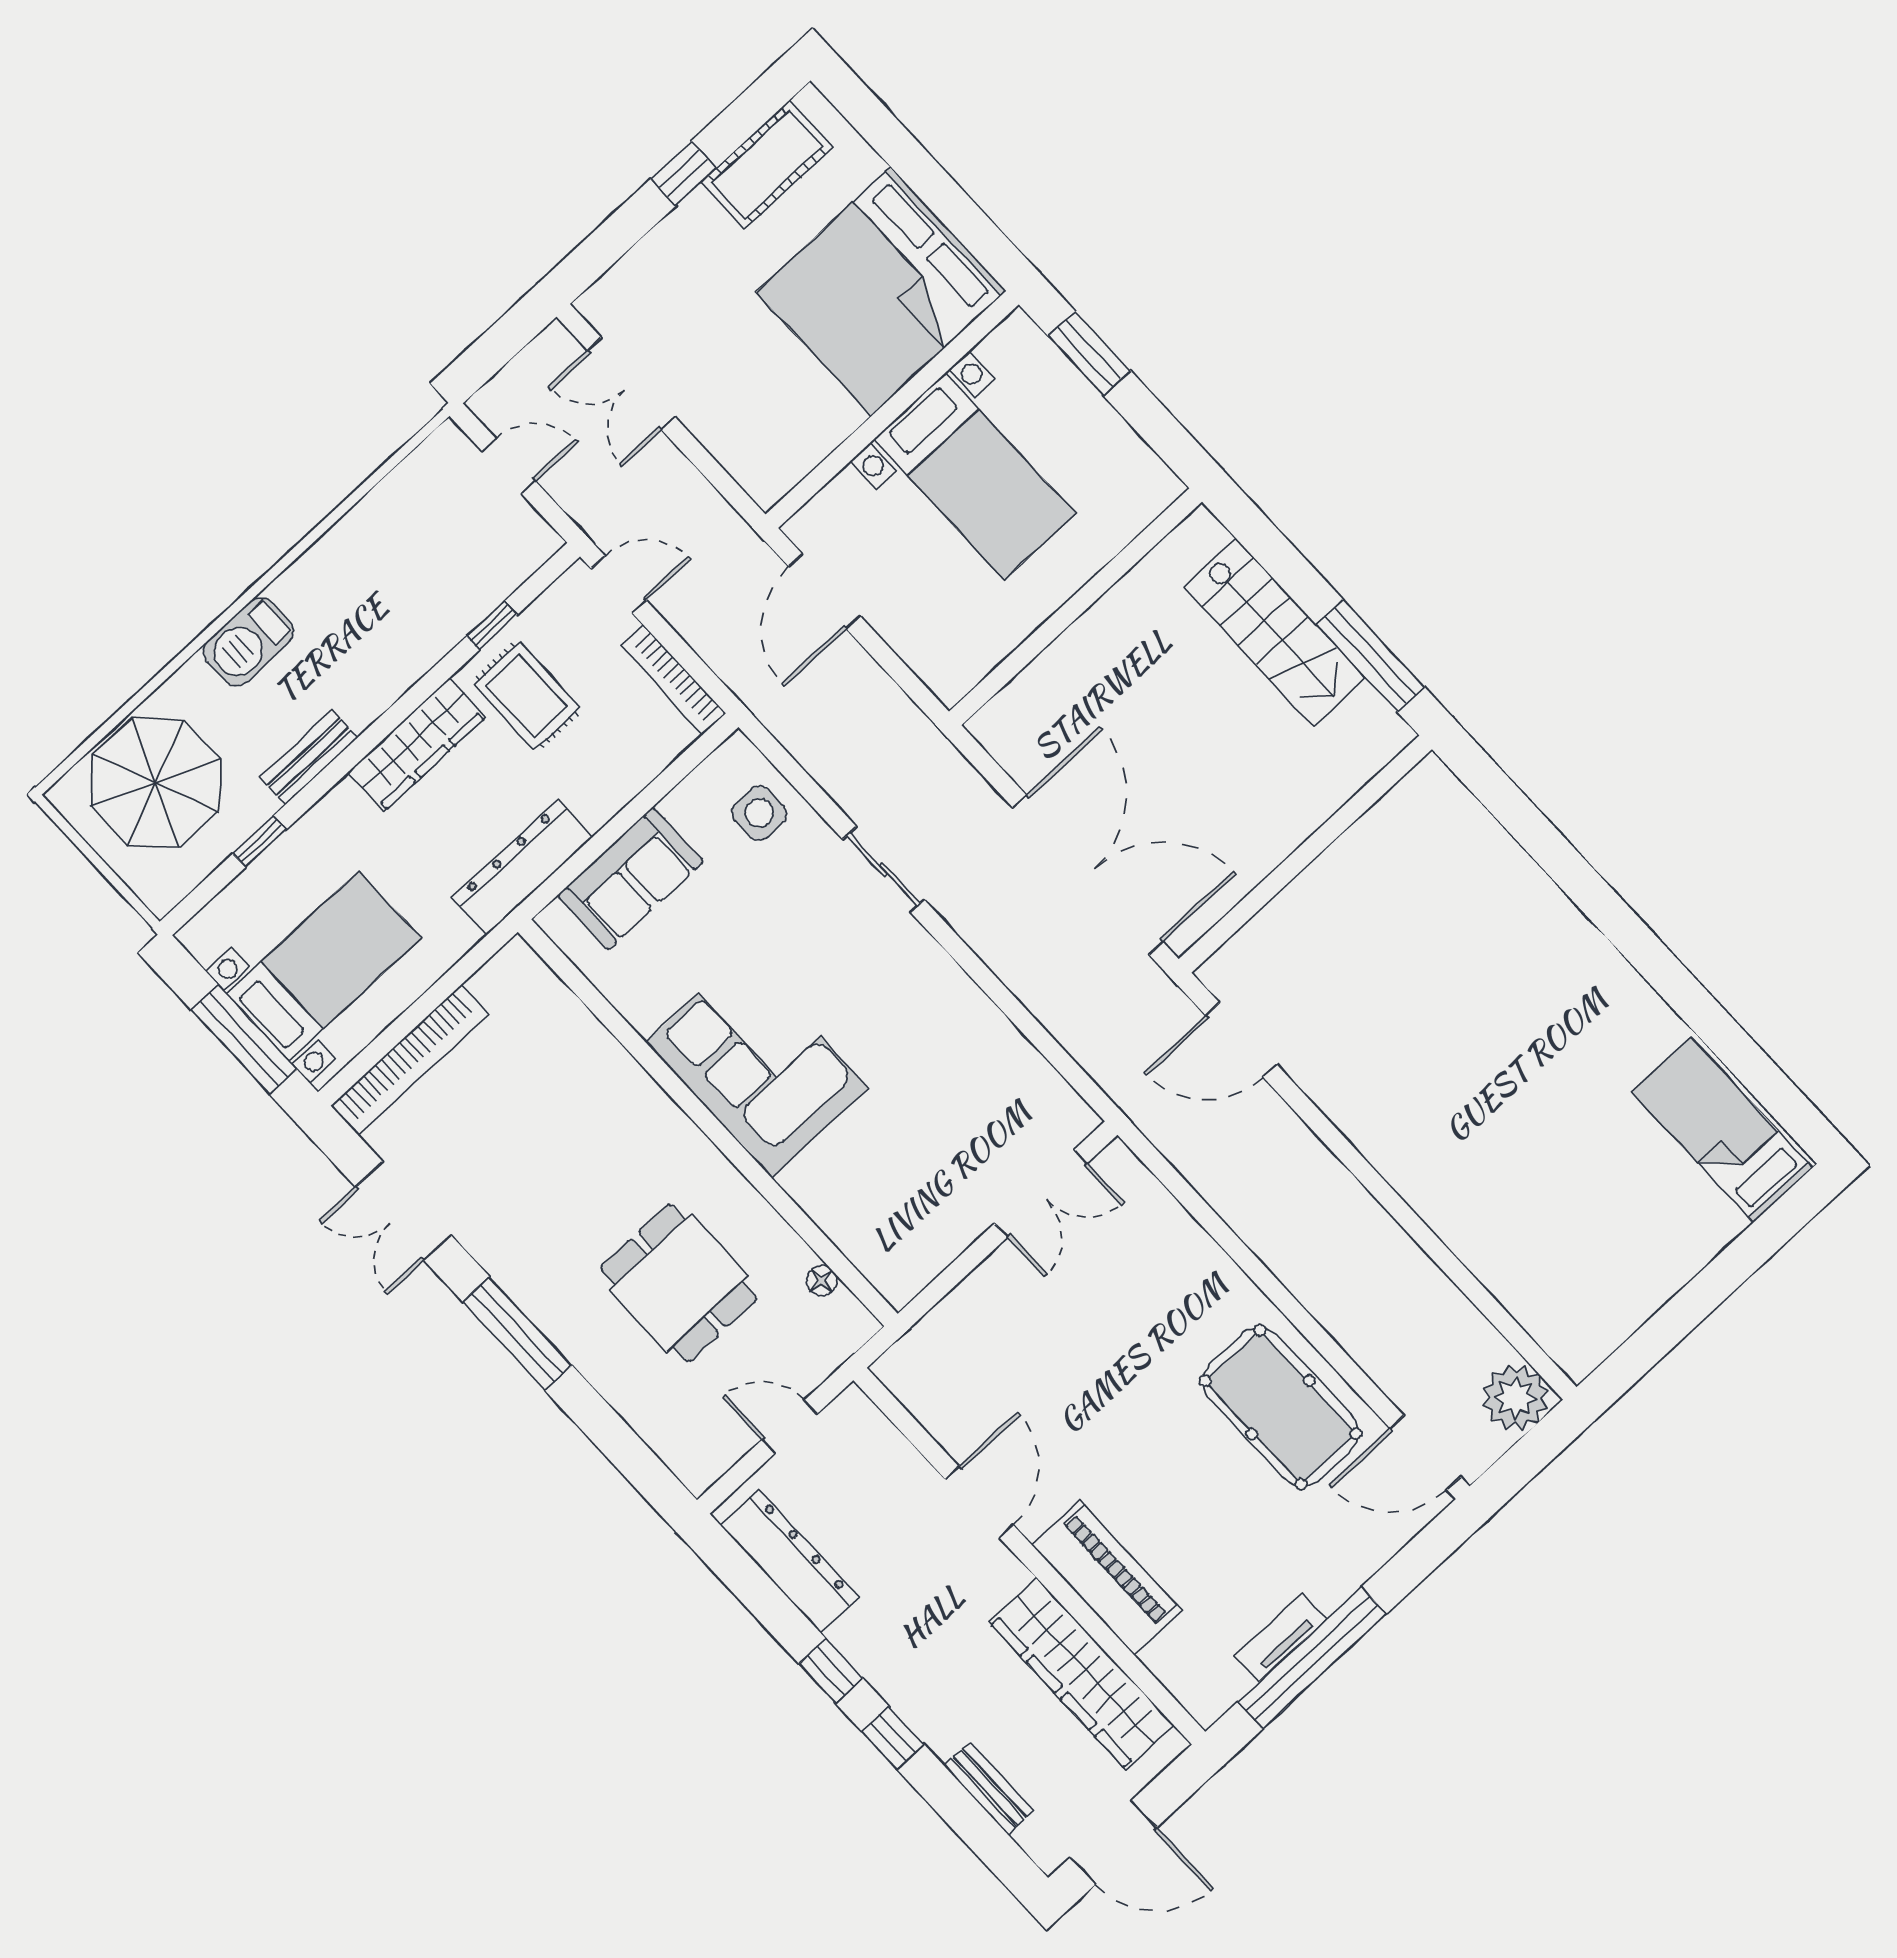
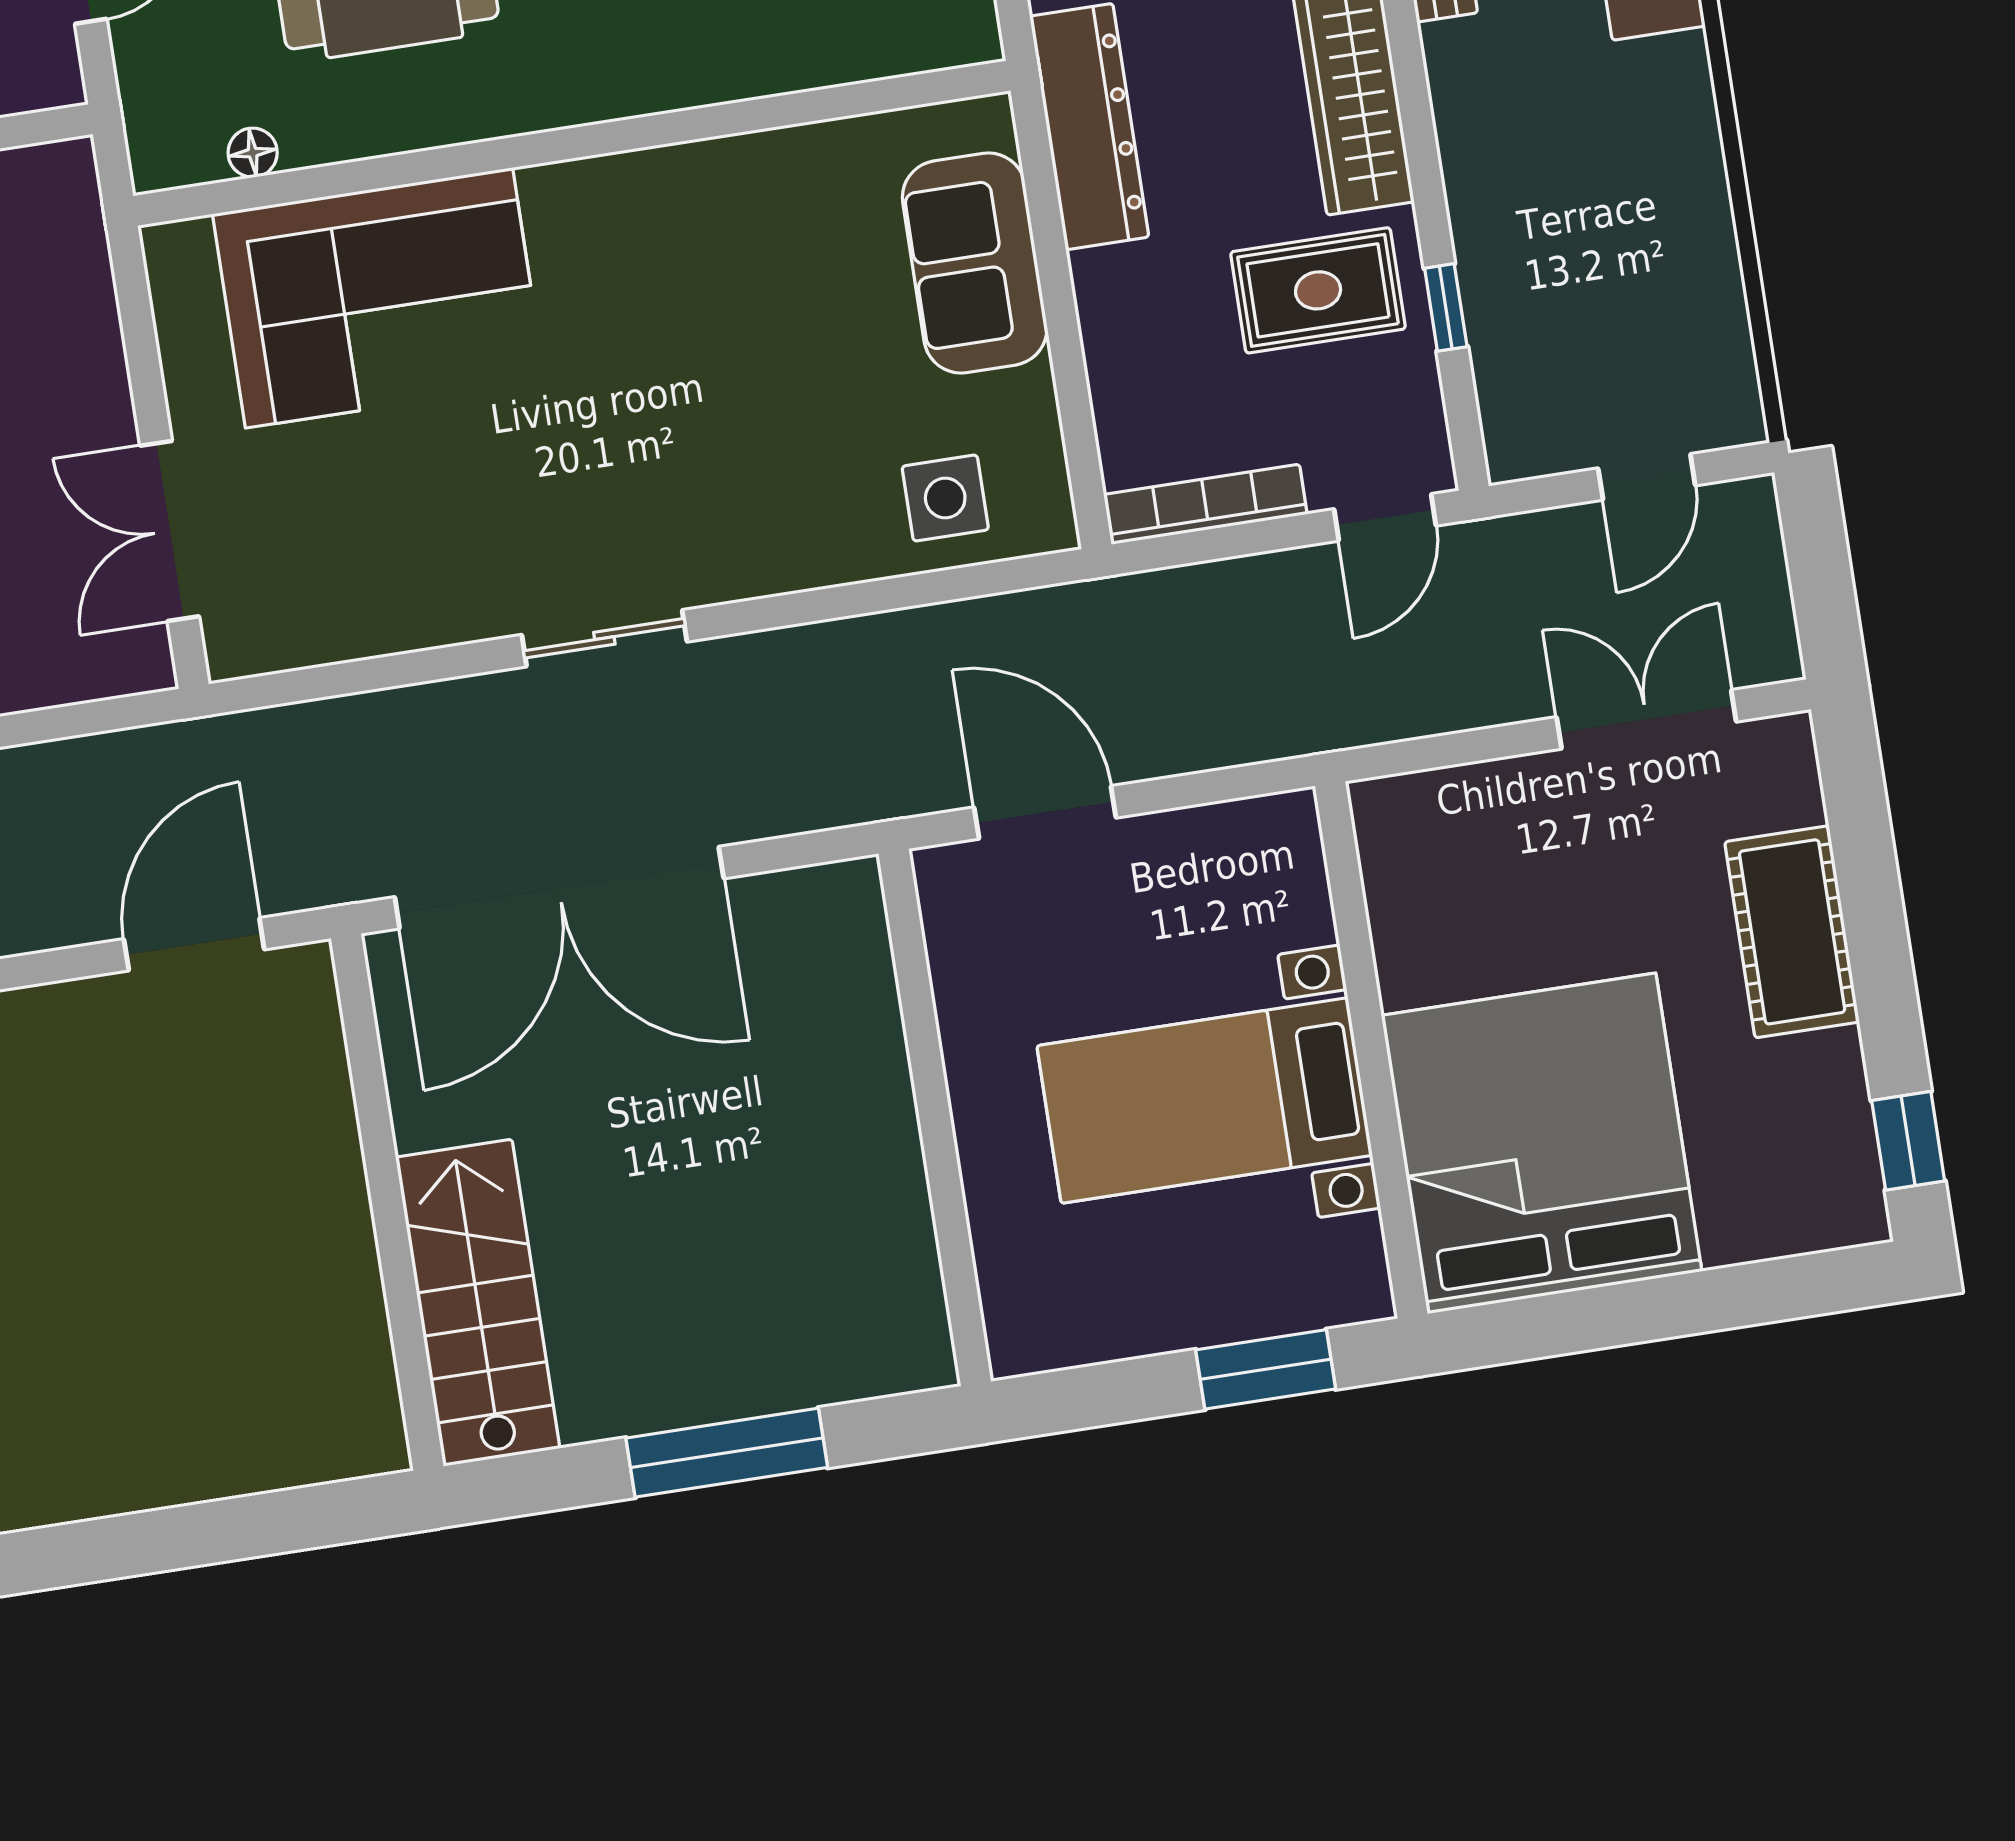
cot: (767, 165) -> (1792, 932), moved
window: (684, 173) -> (1908, 1141), moved
door: (824, 591) -> (1045, 812), moved
stairs: (1274, 632) -> (478, 1303), moved, turned 90
window: (1370, 656) -> (727, 1453), moved
sliding door: (883, 869) -> (604, 638), moved
corner sofa: (757, 1065) -> (379, 298), moved

